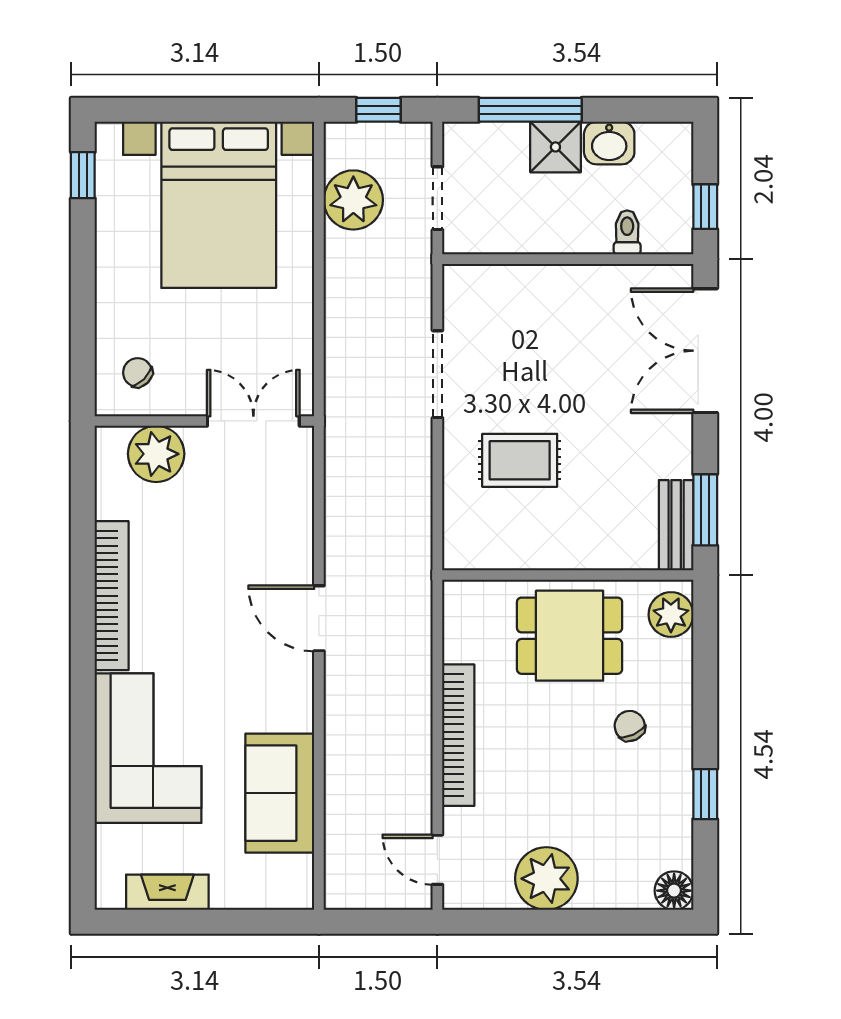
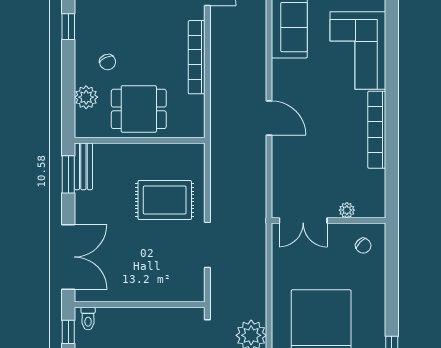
toilet: (627, 232) -> (88, 319), moved
plant: (156, 454) -> (347, 210), width x0.53, depth x0.53
rug: (520, 460) -> (165, 200), width x1.36, depth x1.43
plant: (671, 615) -> (86, 97), moved

